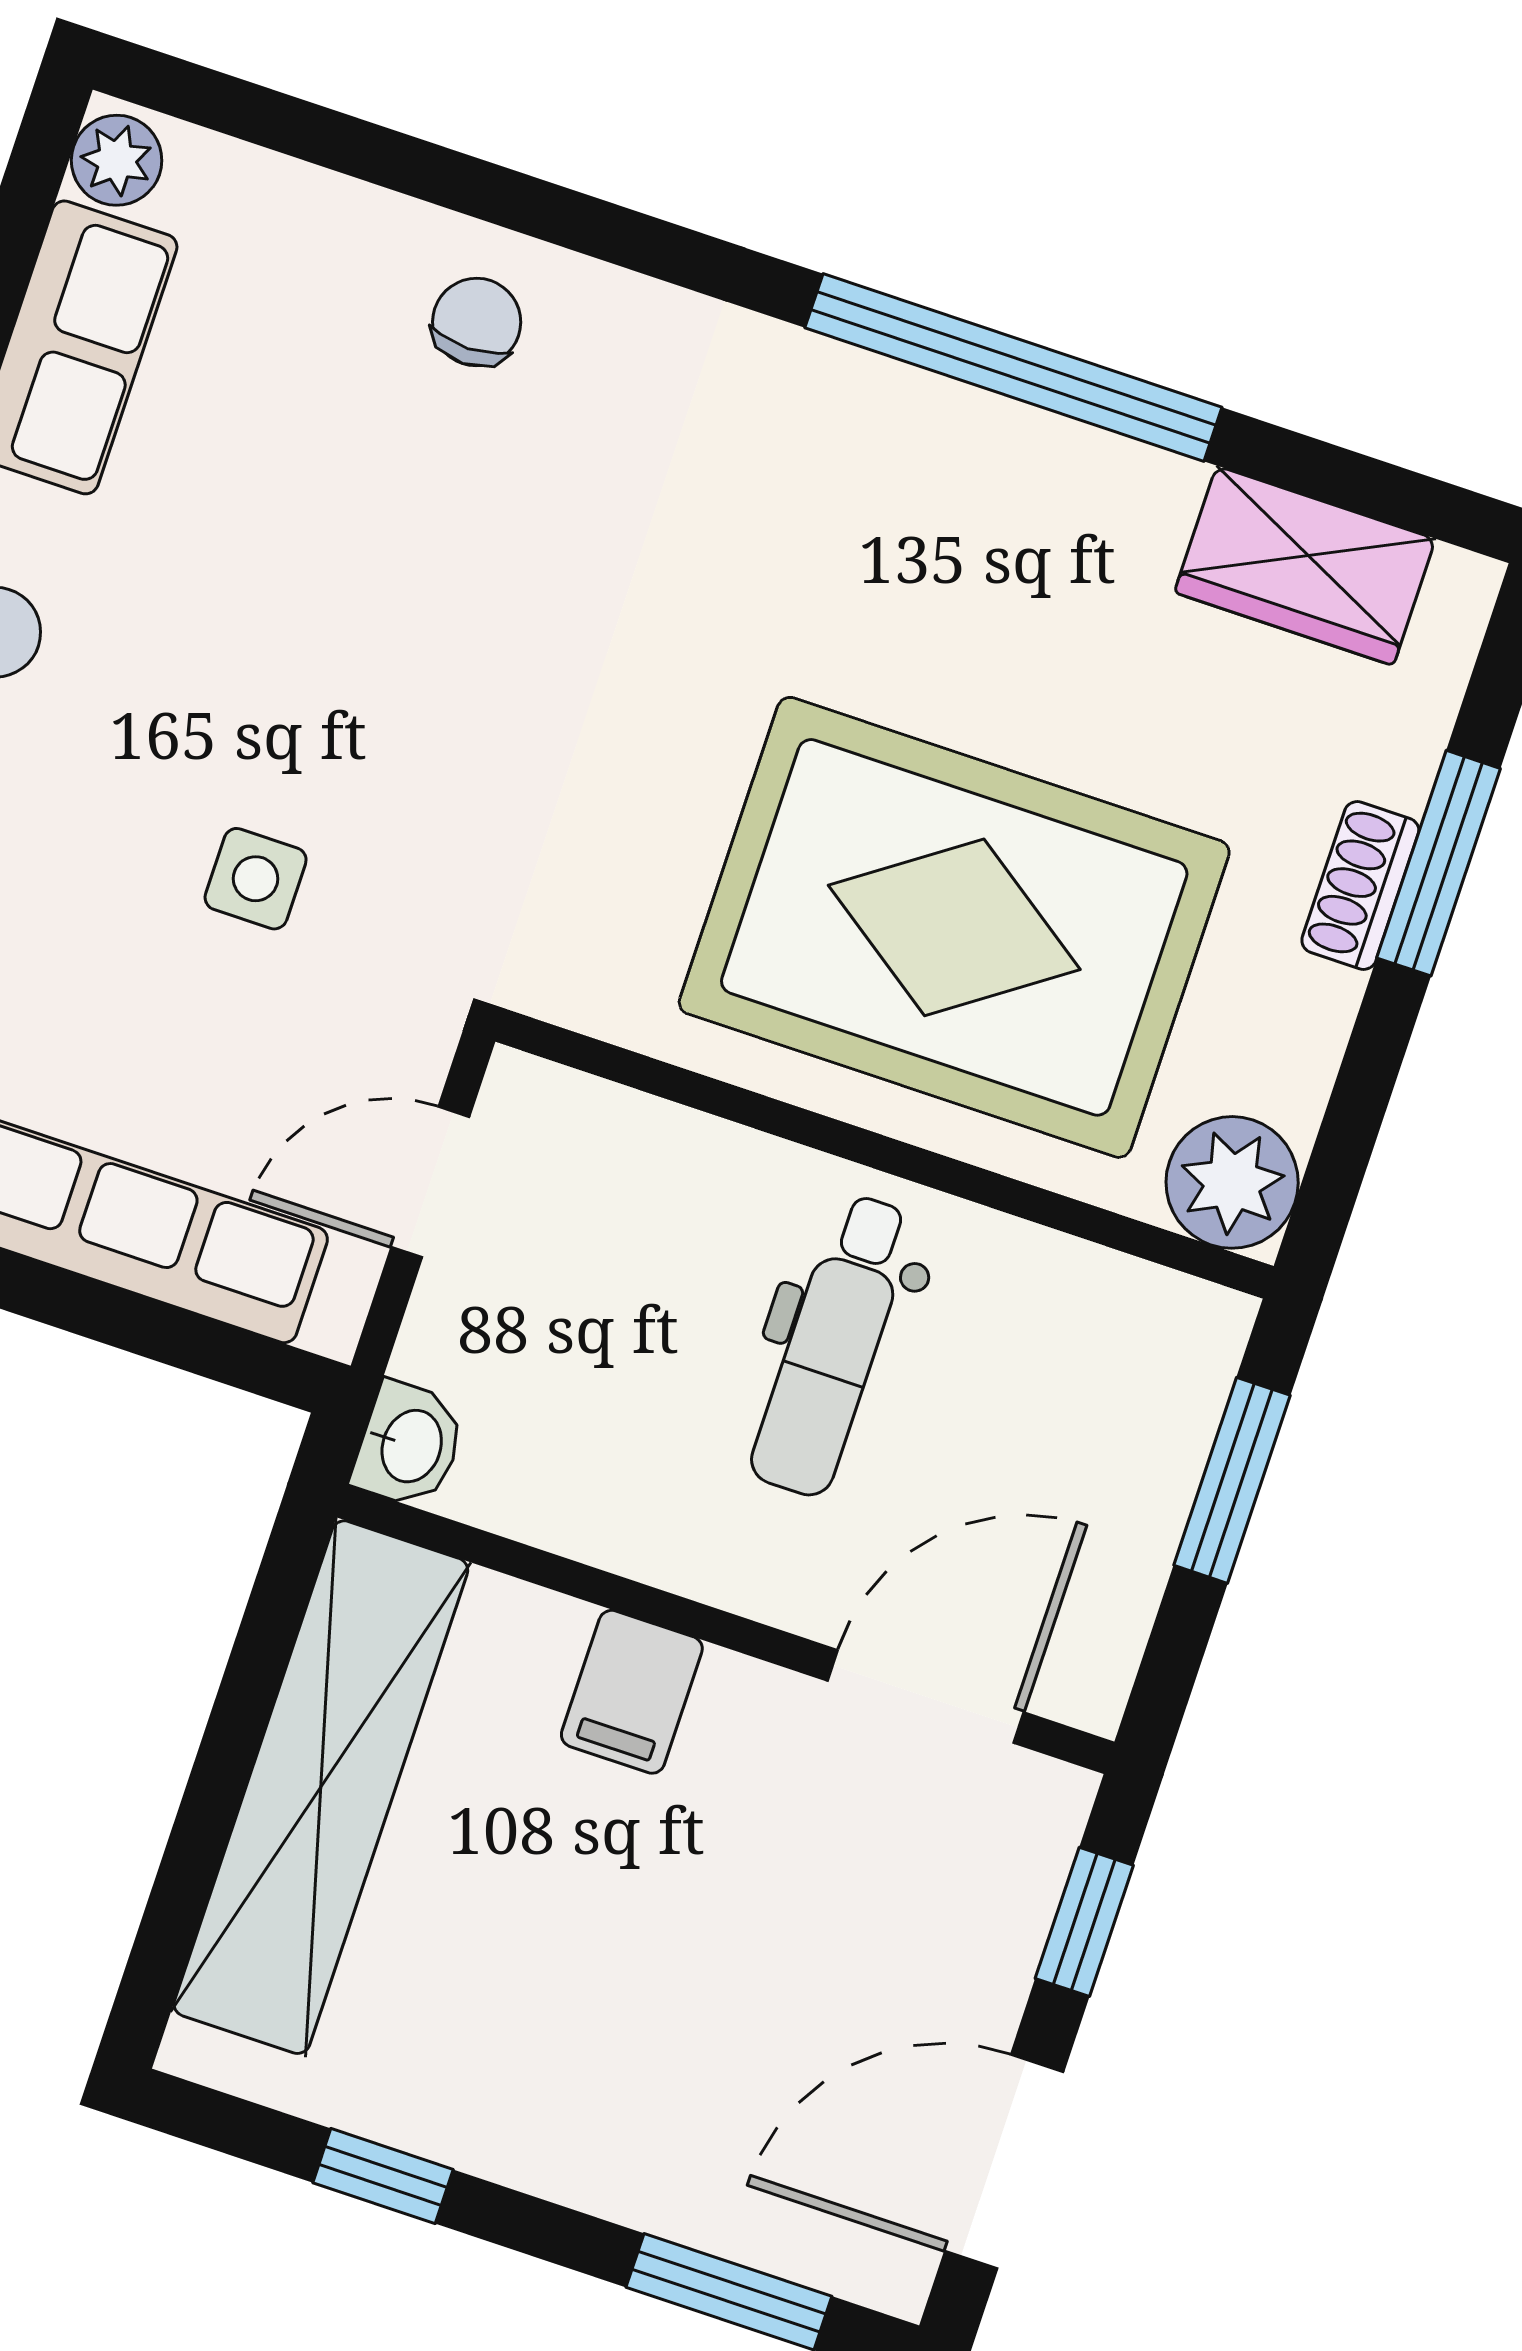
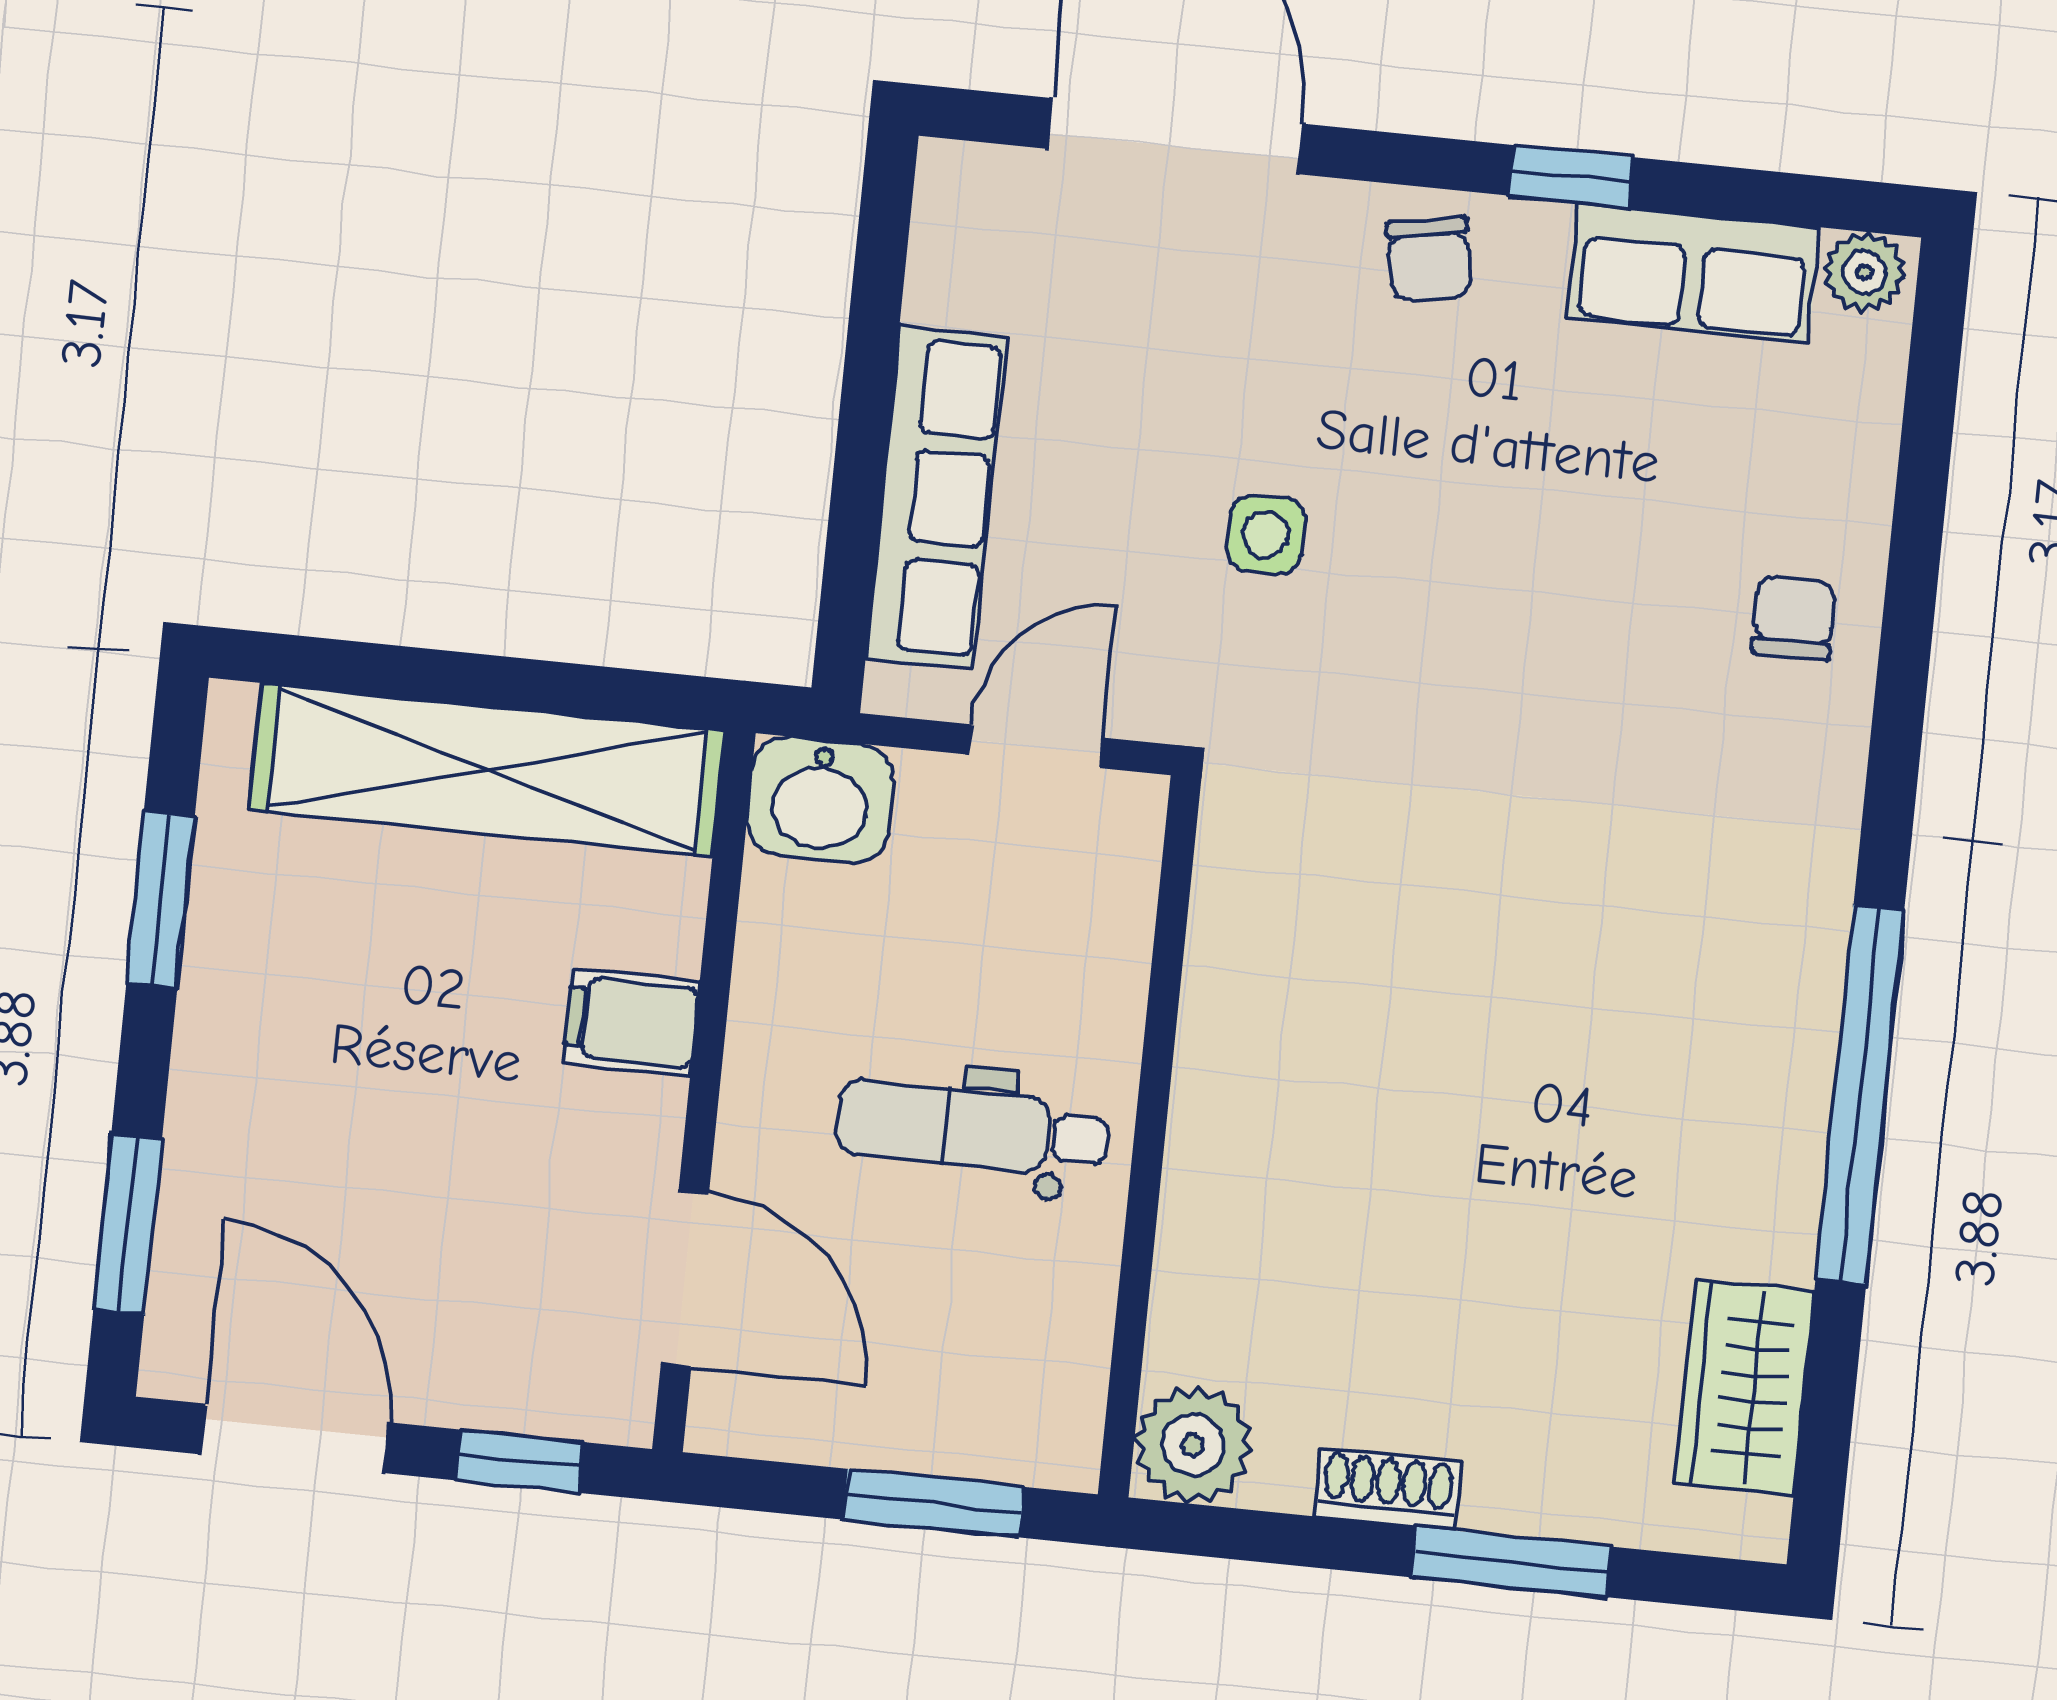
chair: (477, 322) -> (1794, 618), turned -90
shoe rack: (1360, 885) -> (1388, 1489), moved
rug: (954, 927) -> (1360, 1153), removed
door: (430, 1182) -> (1036, 746), hinge flipped
washbasin: (409, 1445) -> (820, 800), width x1.38, depth x1.45
window: (383, 2176) -> (161, 900), width x1.50

